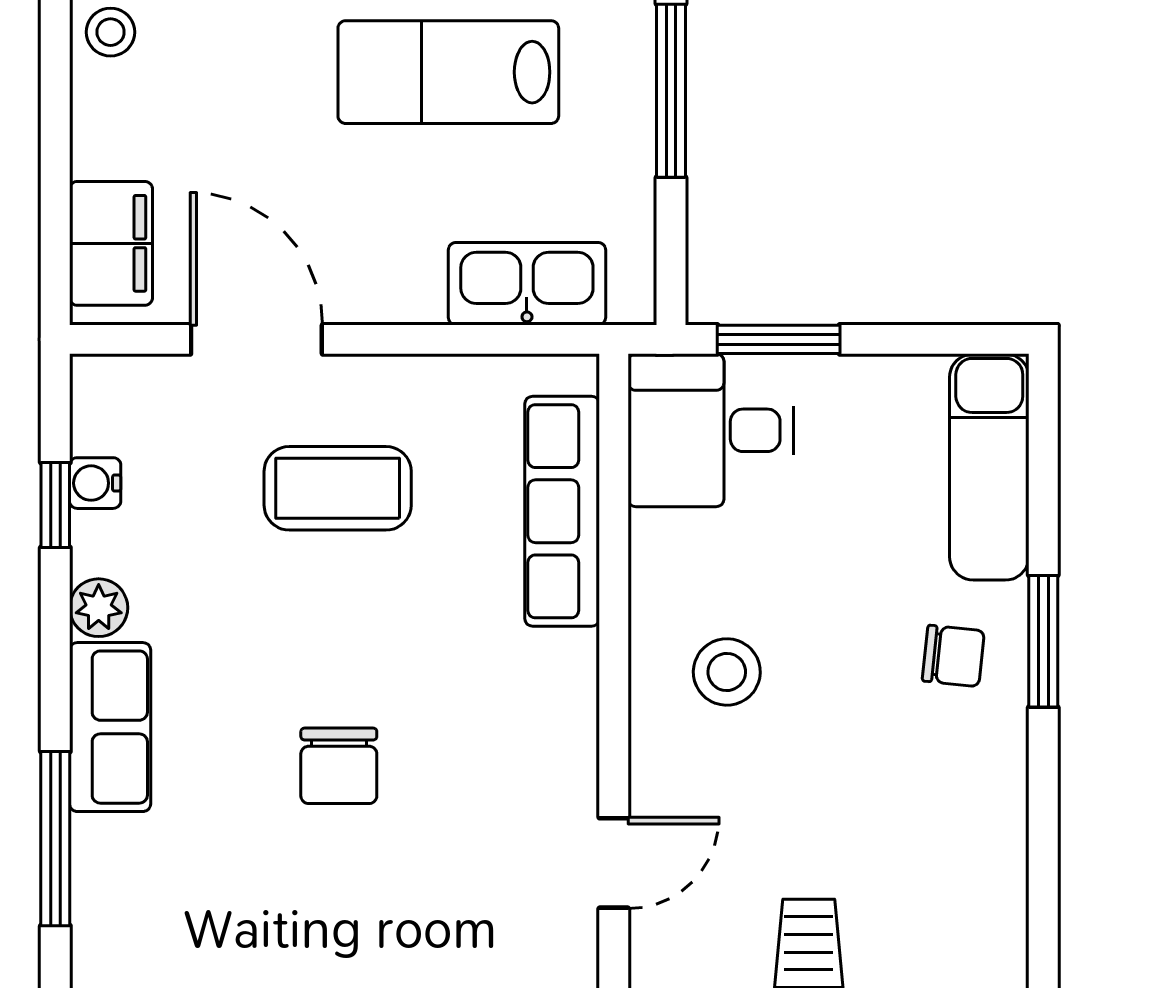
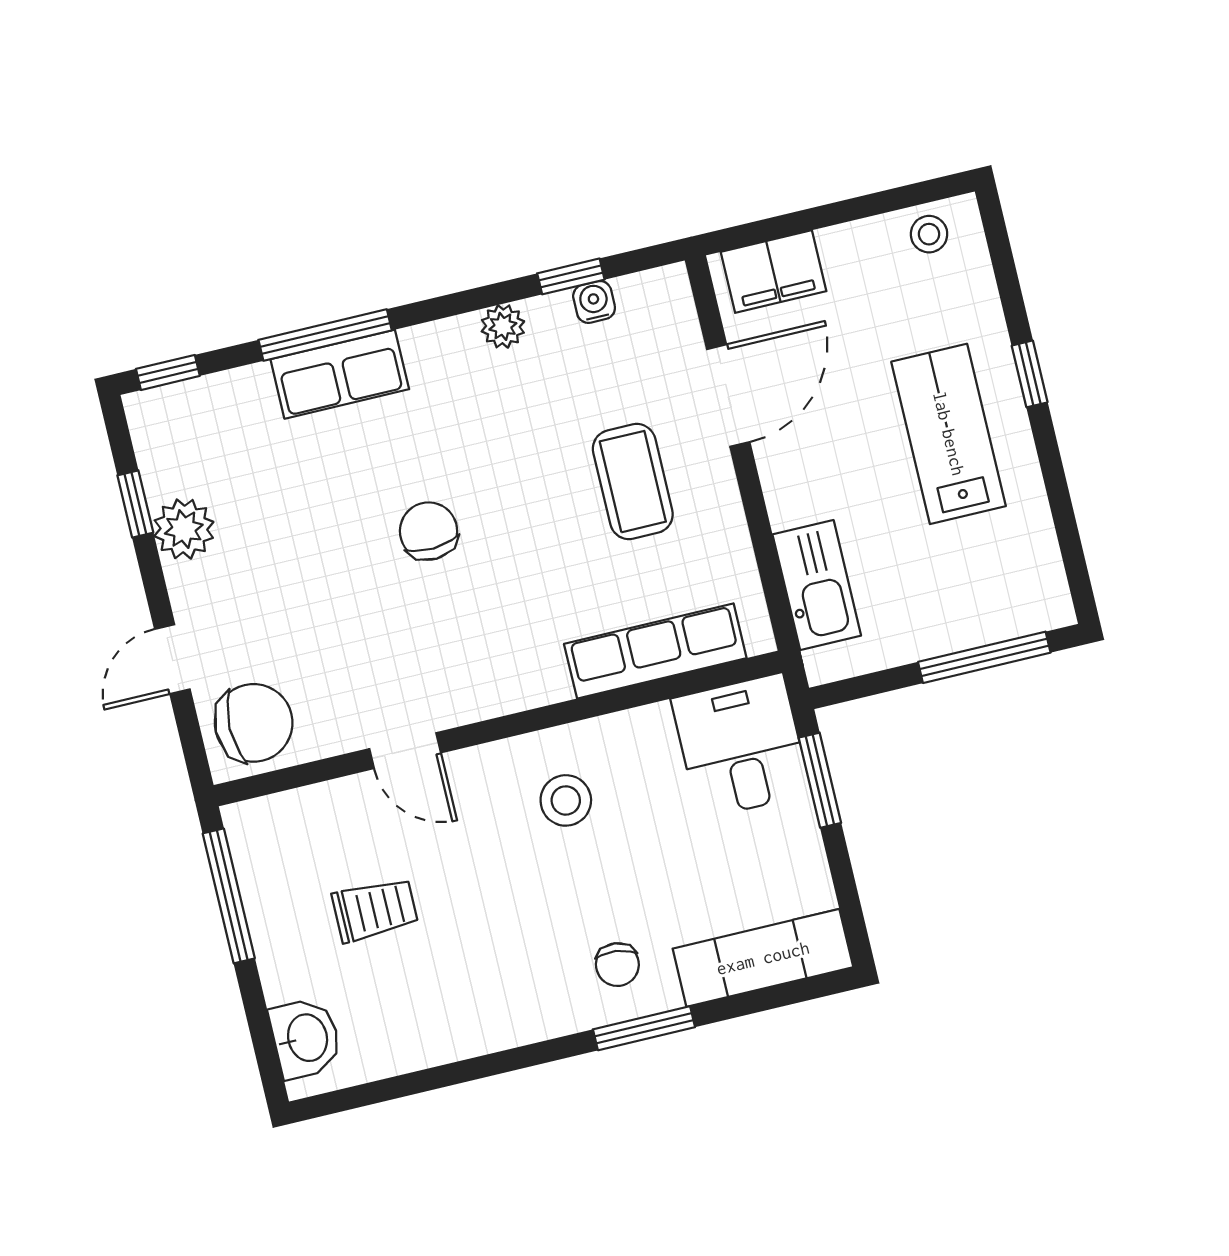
lab bench: (448, 72) -> (949, 434), moved
row of seats: (110, 727) -> (340, 374), moved
chair: (339, 766) -> (429, 531), turned 87

